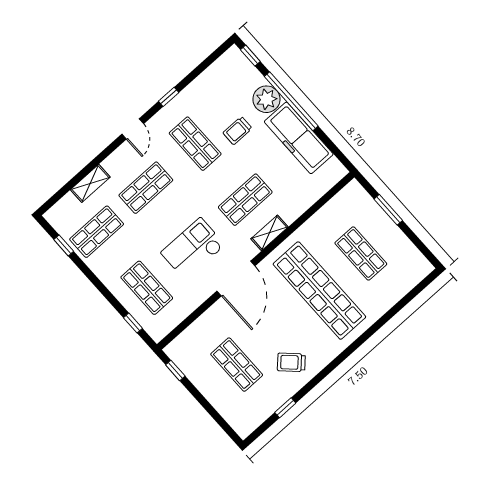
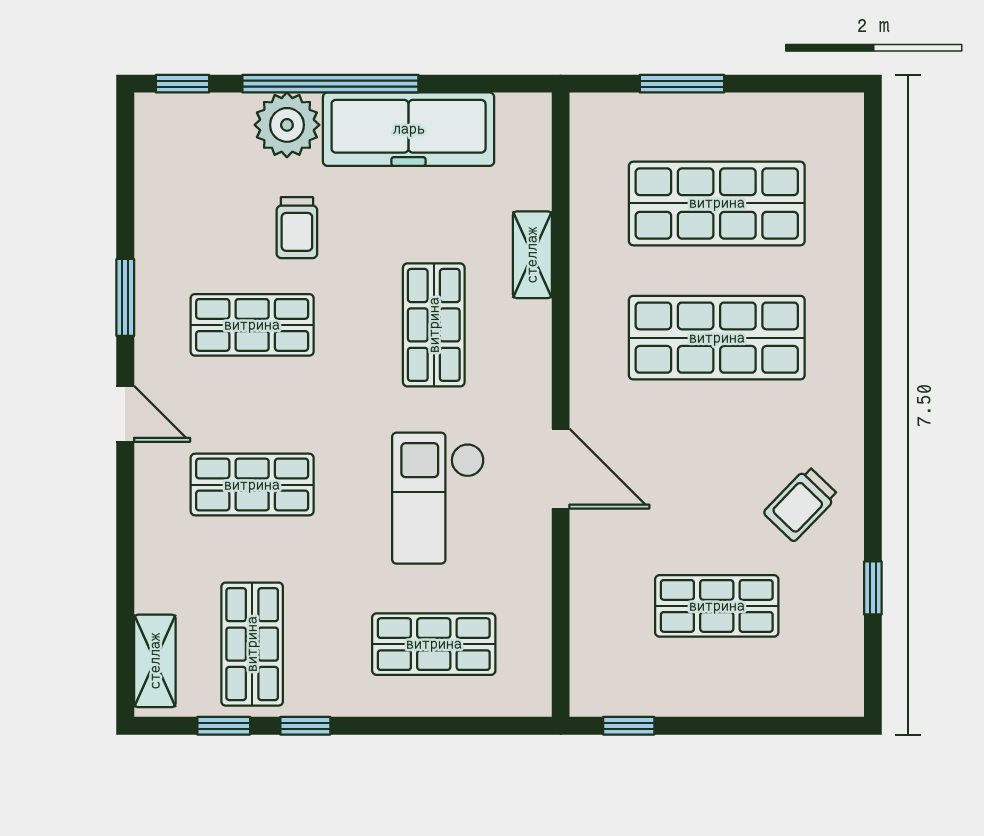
window: (169, 97) -> (125, 297), width x1.50
shelving: (90, 183) -> (155, 661), moved
shop shelf: (146, 188) -> (252, 485), turned 90
shelving: (269, 233) -> (532, 255), moved
shop shelf: (361, 254) -> (717, 203), width x1.43, depth x1.36
door: (236, 278) -> (561, 469), width x0.73
shop shelf: (319, 291) -> (717, 338), width x0.71
window: (133, 323) -> (305, 726), moved

